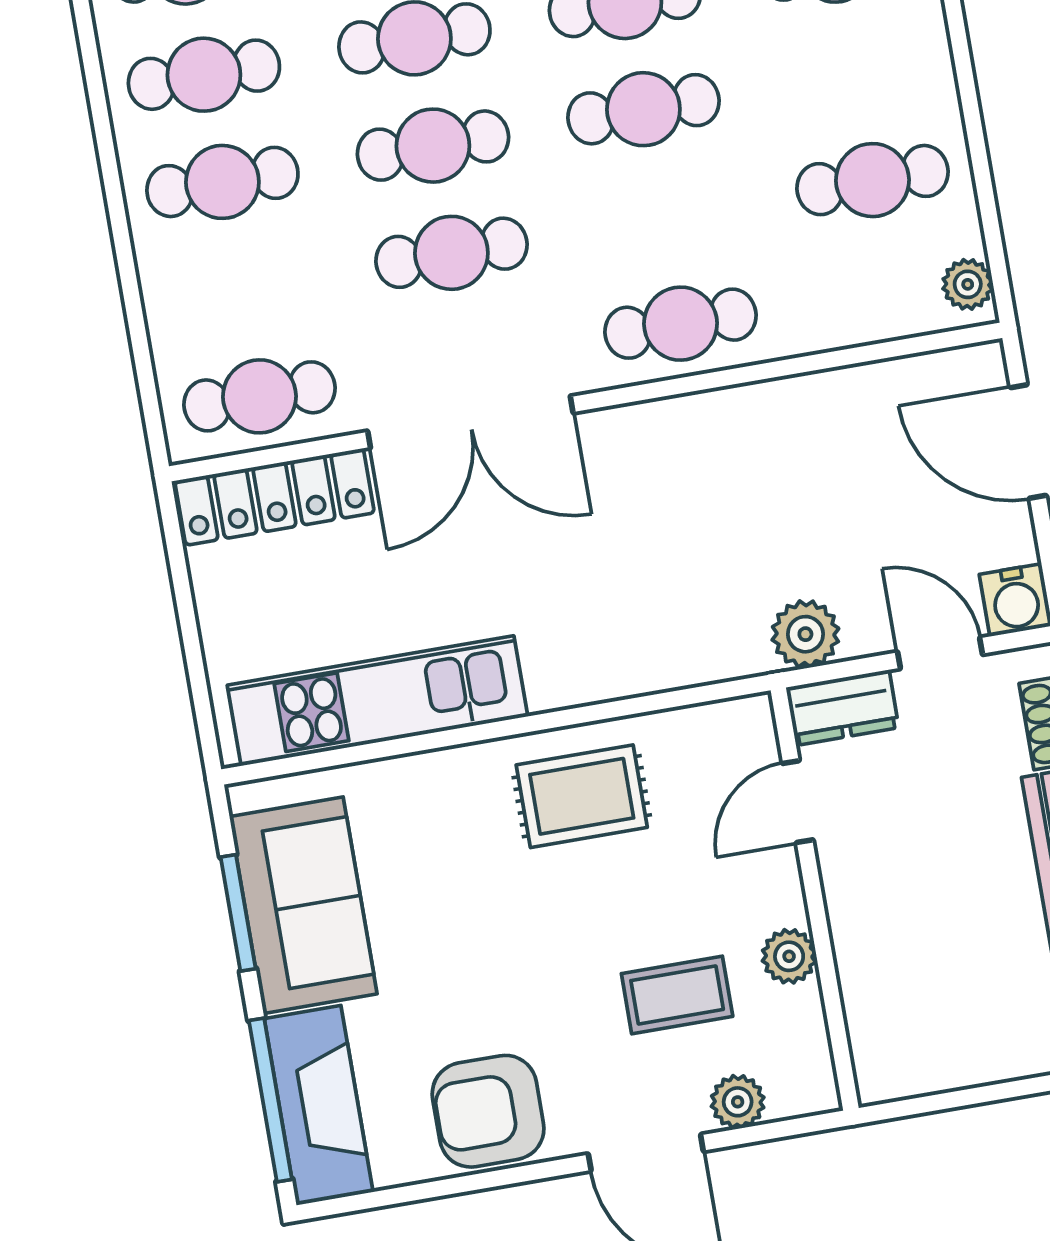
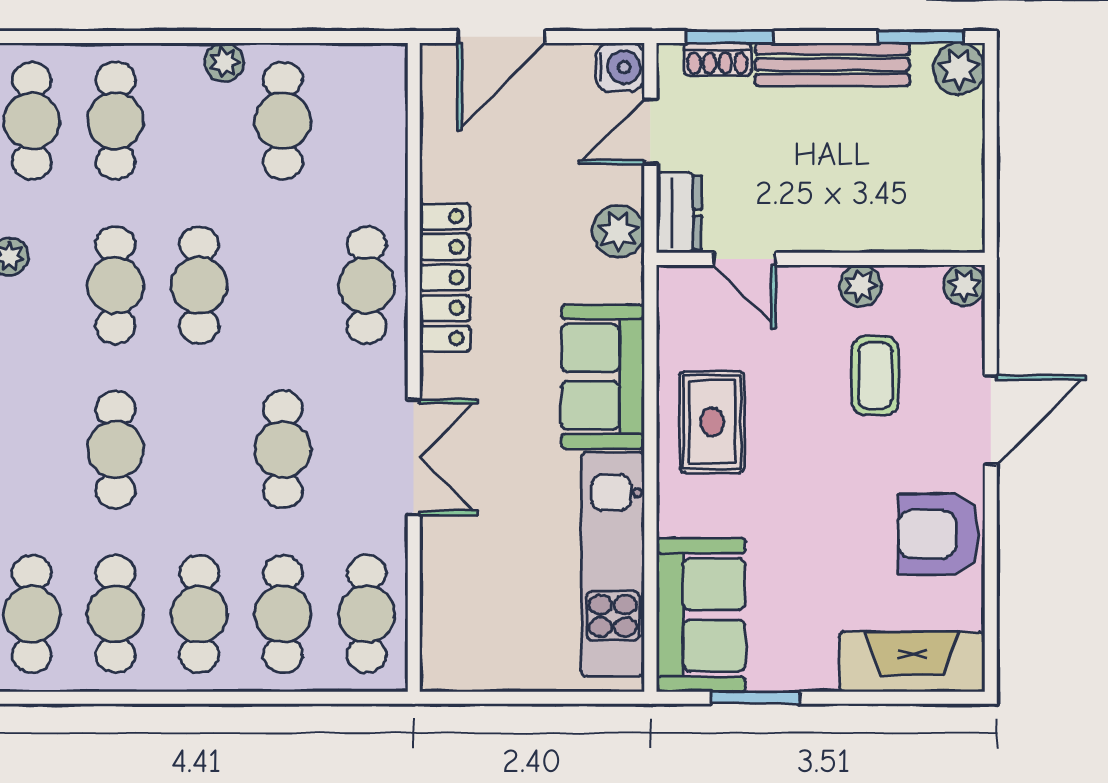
cafe table: (433, 146) -> (283, 614), moved
plant: (968, 284) -> (224, 62), moved
double door: (470, 422) -> (414, 457), width x0.73
locker: (275, 497) -> (445, 277), moved
sofa: (616, 646) -> (603, 377), added
sofa: (303, 905) -> (701, 615), moved, turned 90
window: (270, 1100) -> (902, 698), removed
plant: (738, 1102) -> (964, 285), moved
armchair: (488, 1111) -> (939, 534), turned 90

